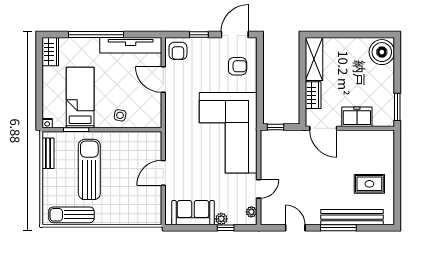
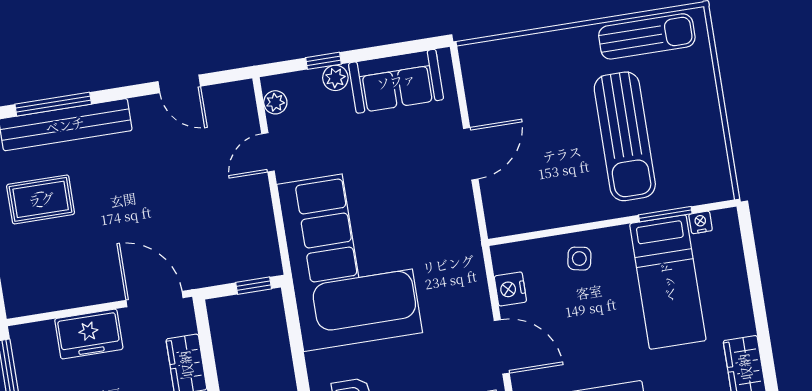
nightstand: (155, 106) -> (510, 289), added
nightstand: (47, 123) -> (701, 222), moved
bench: (48, 153) -> (716, 156), removed
window: (338, 228) -> (53, 104), moved

